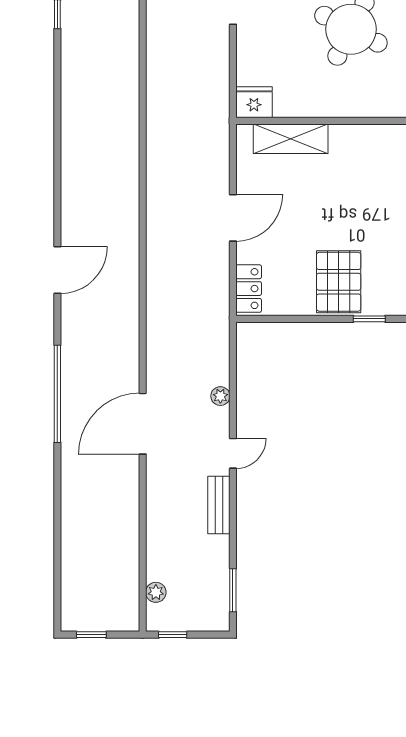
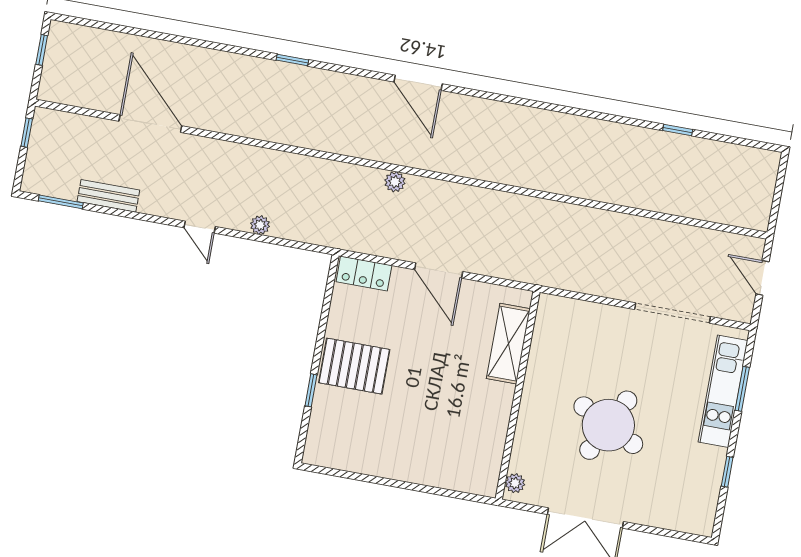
fridge: (254, 102) -> (552, 313), removed
window: (57, 394) -> (292, 60), width x0.32
door: (143, 424) -> (150, 124), moved
bench: (219, 505) -> (108, 196), moved
plant: (156, 592) -> (395, 182), moved

